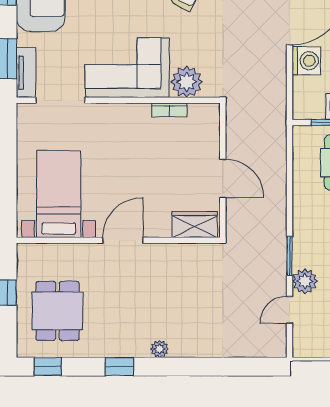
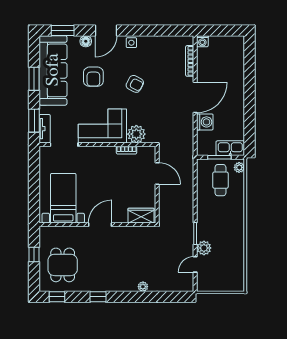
door: (223, 178) -> (157, 174), moved
plant: (159, 349) -> (143, 287), moved

